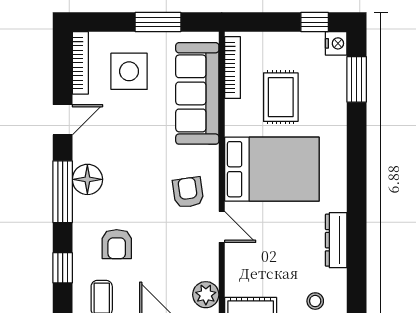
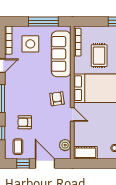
window: (158, 22) -> (43, 22), width x1.44
floor lamp: (87, 179) -> (11, 93), removed
armchair: (117, 244) -> (25, 122), turned 90

